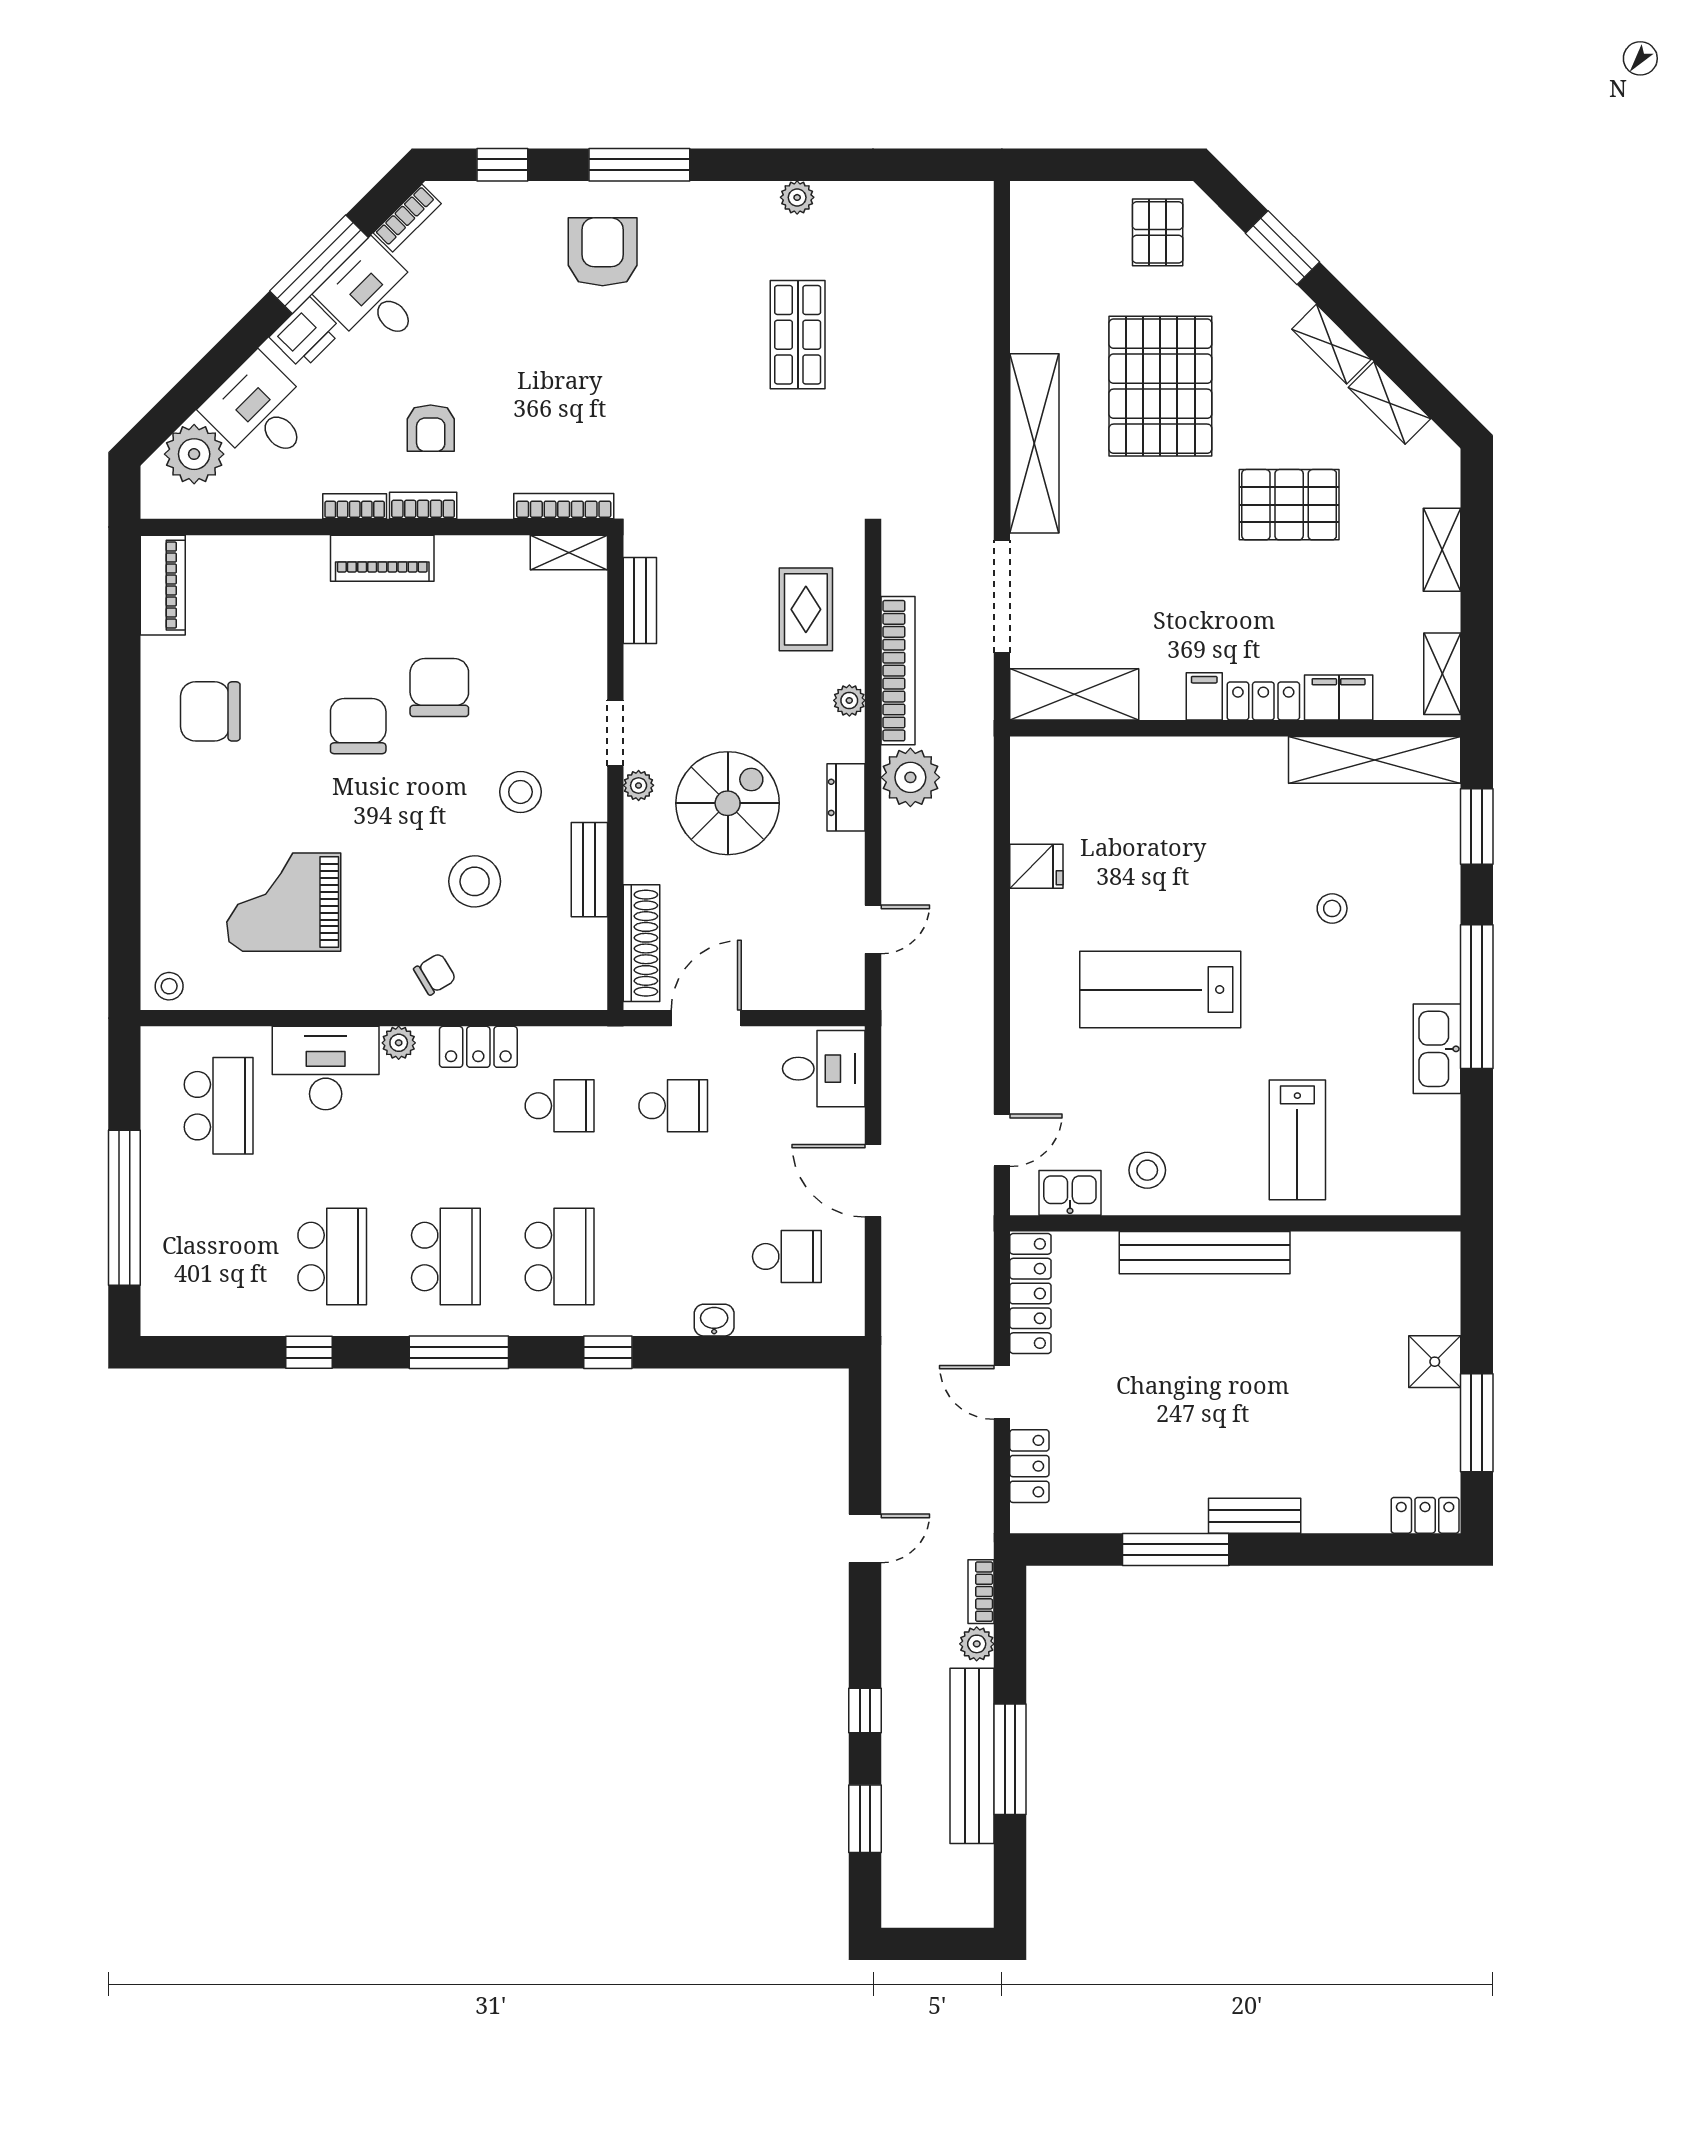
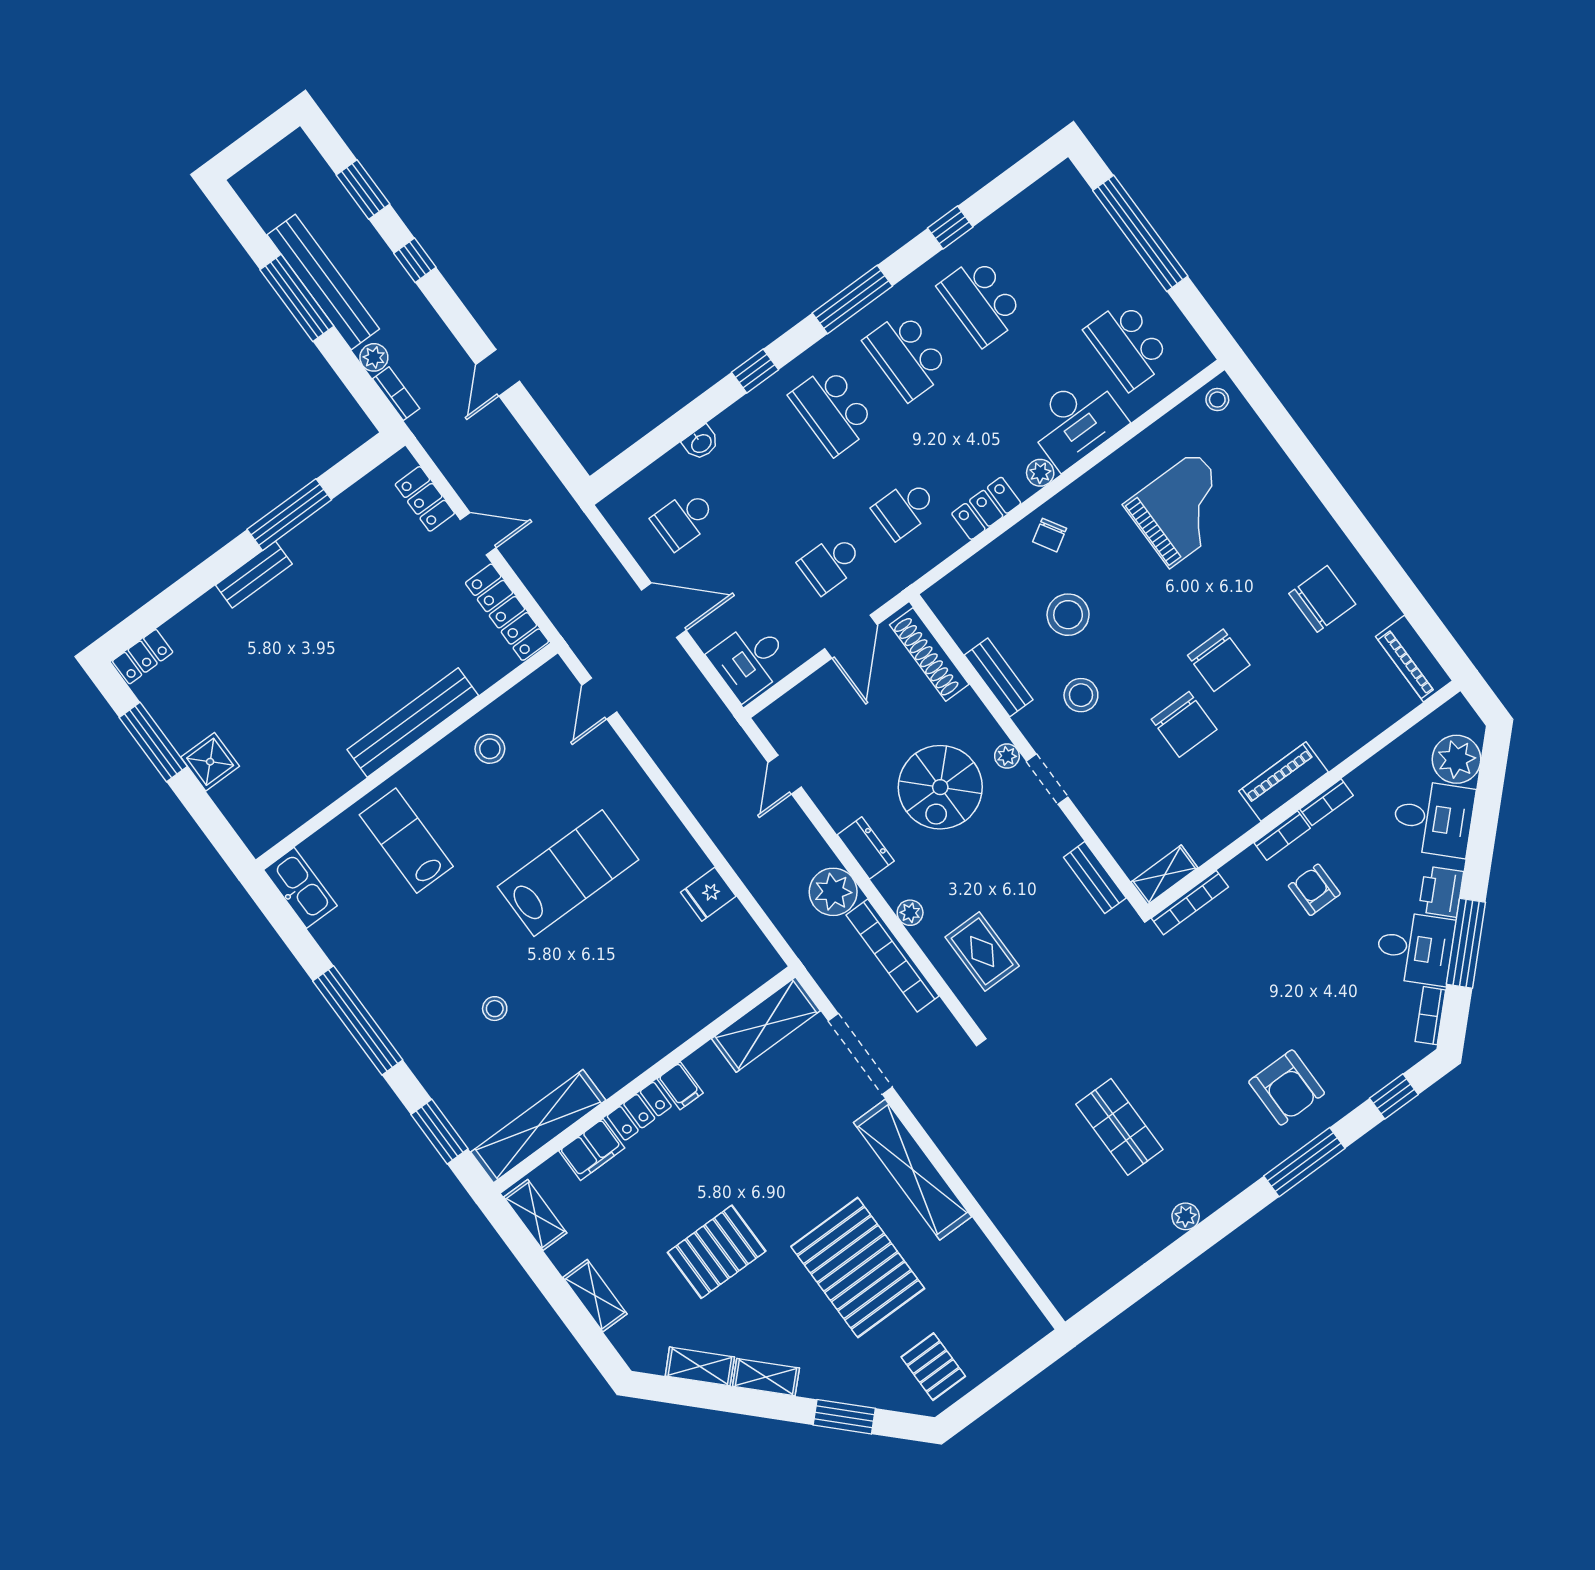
kitchen sink: (1437, 1049) -> (300, 888), moved
kitchen sink: (1070, 1193) -> (529, 697), removed

